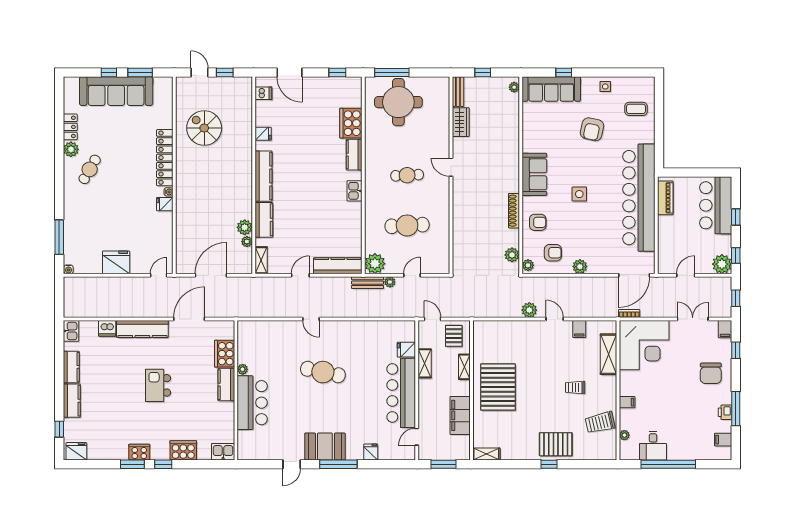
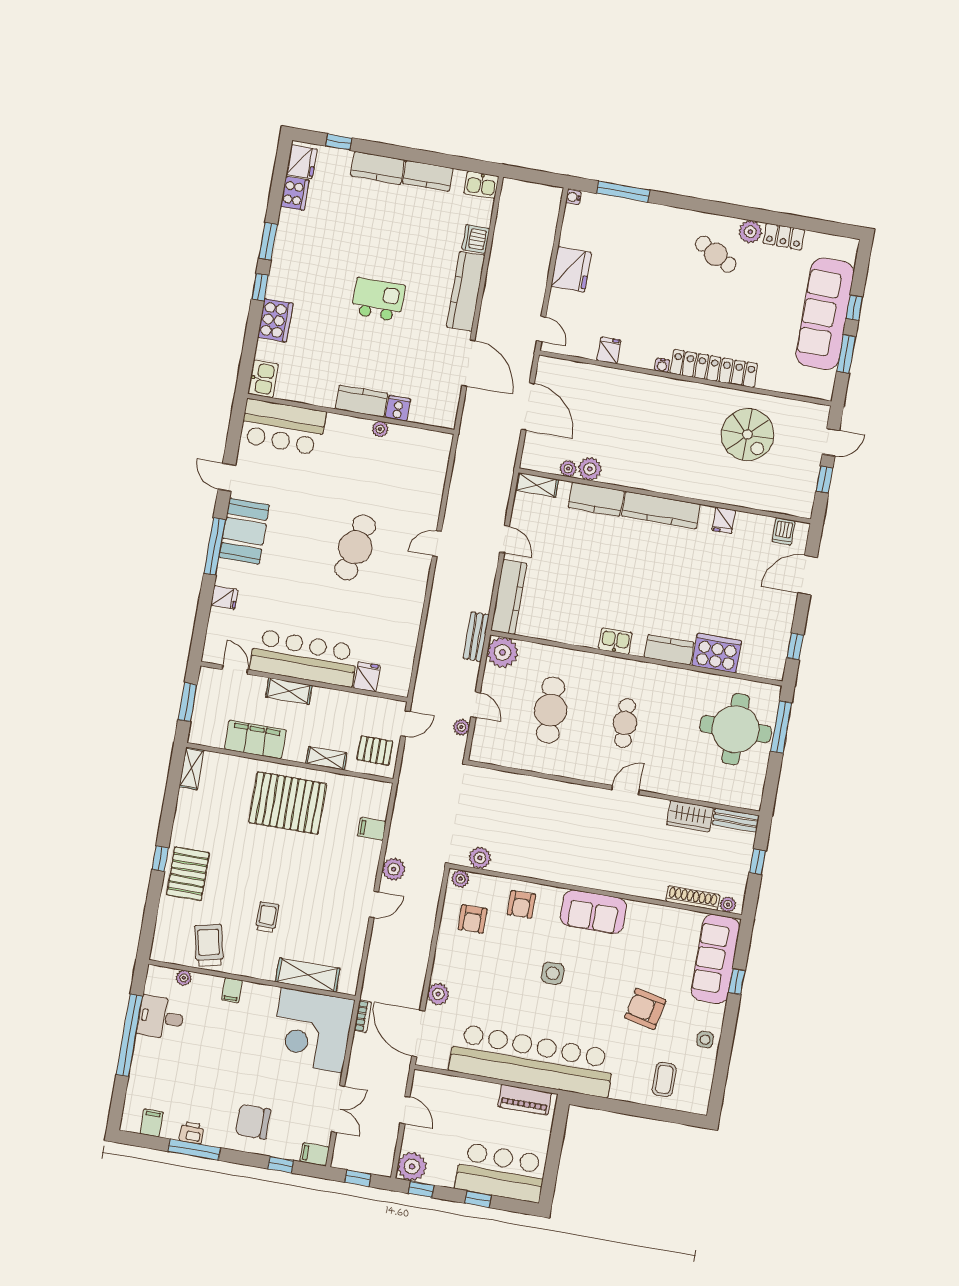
spiral stairs: (204, 128) -> (747, 435), turned 90
fridge: (165, 204) -> (609, 350), moved
shoe rack: (514, 211) -> (693, 898), moved
plant: (580, 267) -> (438, 994), moved
plant: (390, 282) -> (461, 727), moved
filing cabinet: (579, 329) -> (372, 829), moved
cooker: (225, 354) -> (398, 408), width x0.53, depth x0.76
shelving: (425, 363) -> (289, 691), moved
bar counter: (252, 403) -> (283, 427), moved
cooker: (139, 452) -> (295, 193), moved

